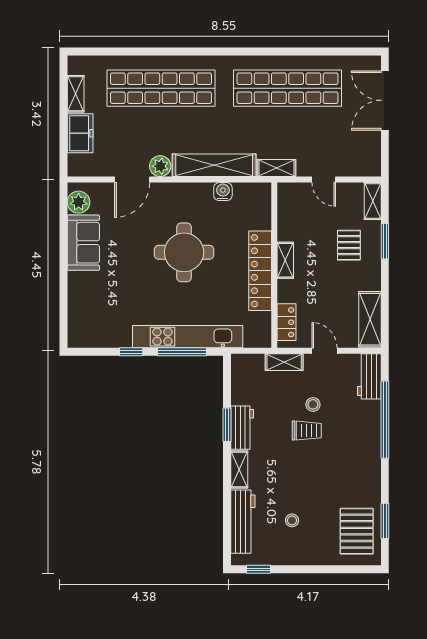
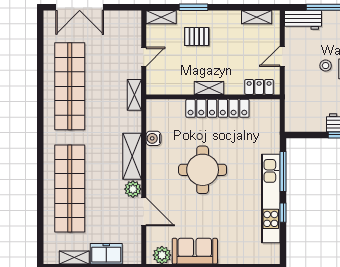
shelving: (214, 165) -> (132, 156), width x0.68
shelving: (370, 319) -> (257, 17), width x0.67, depth x0.75
kitchen unit: (188, 337) -> (271, 198), moved
shelving: (284, 362) -> (291, 89), removed

